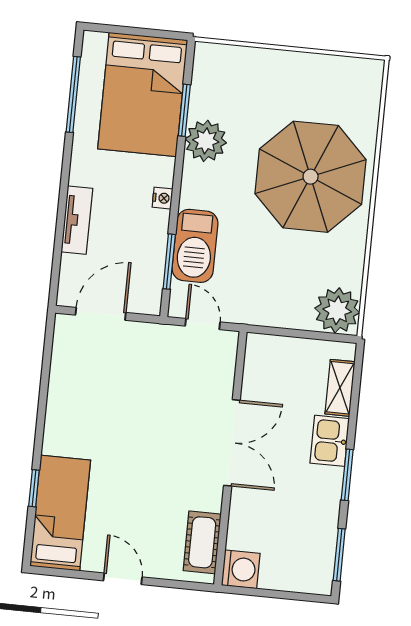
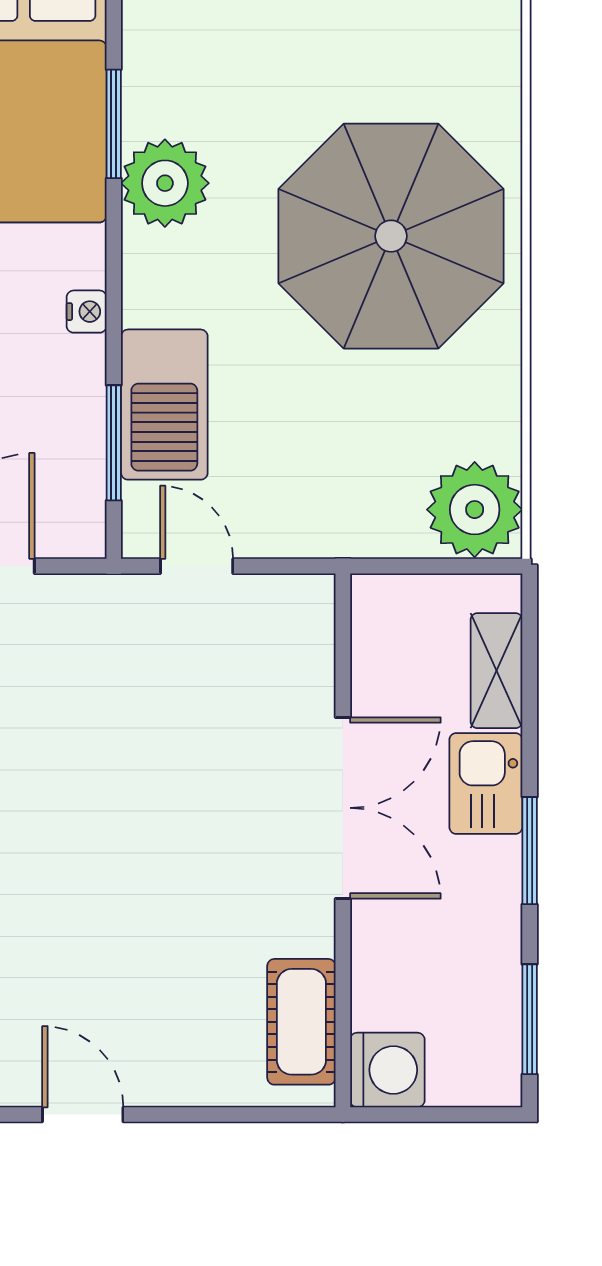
double door: (232, 443) -> (343, 808), moved
wall: (230, 458) -> (343, 840), moved
cot: (202, 542) -> (301, 1022), moved
washing machine: (241, 569) -> (387, 1070), moved

